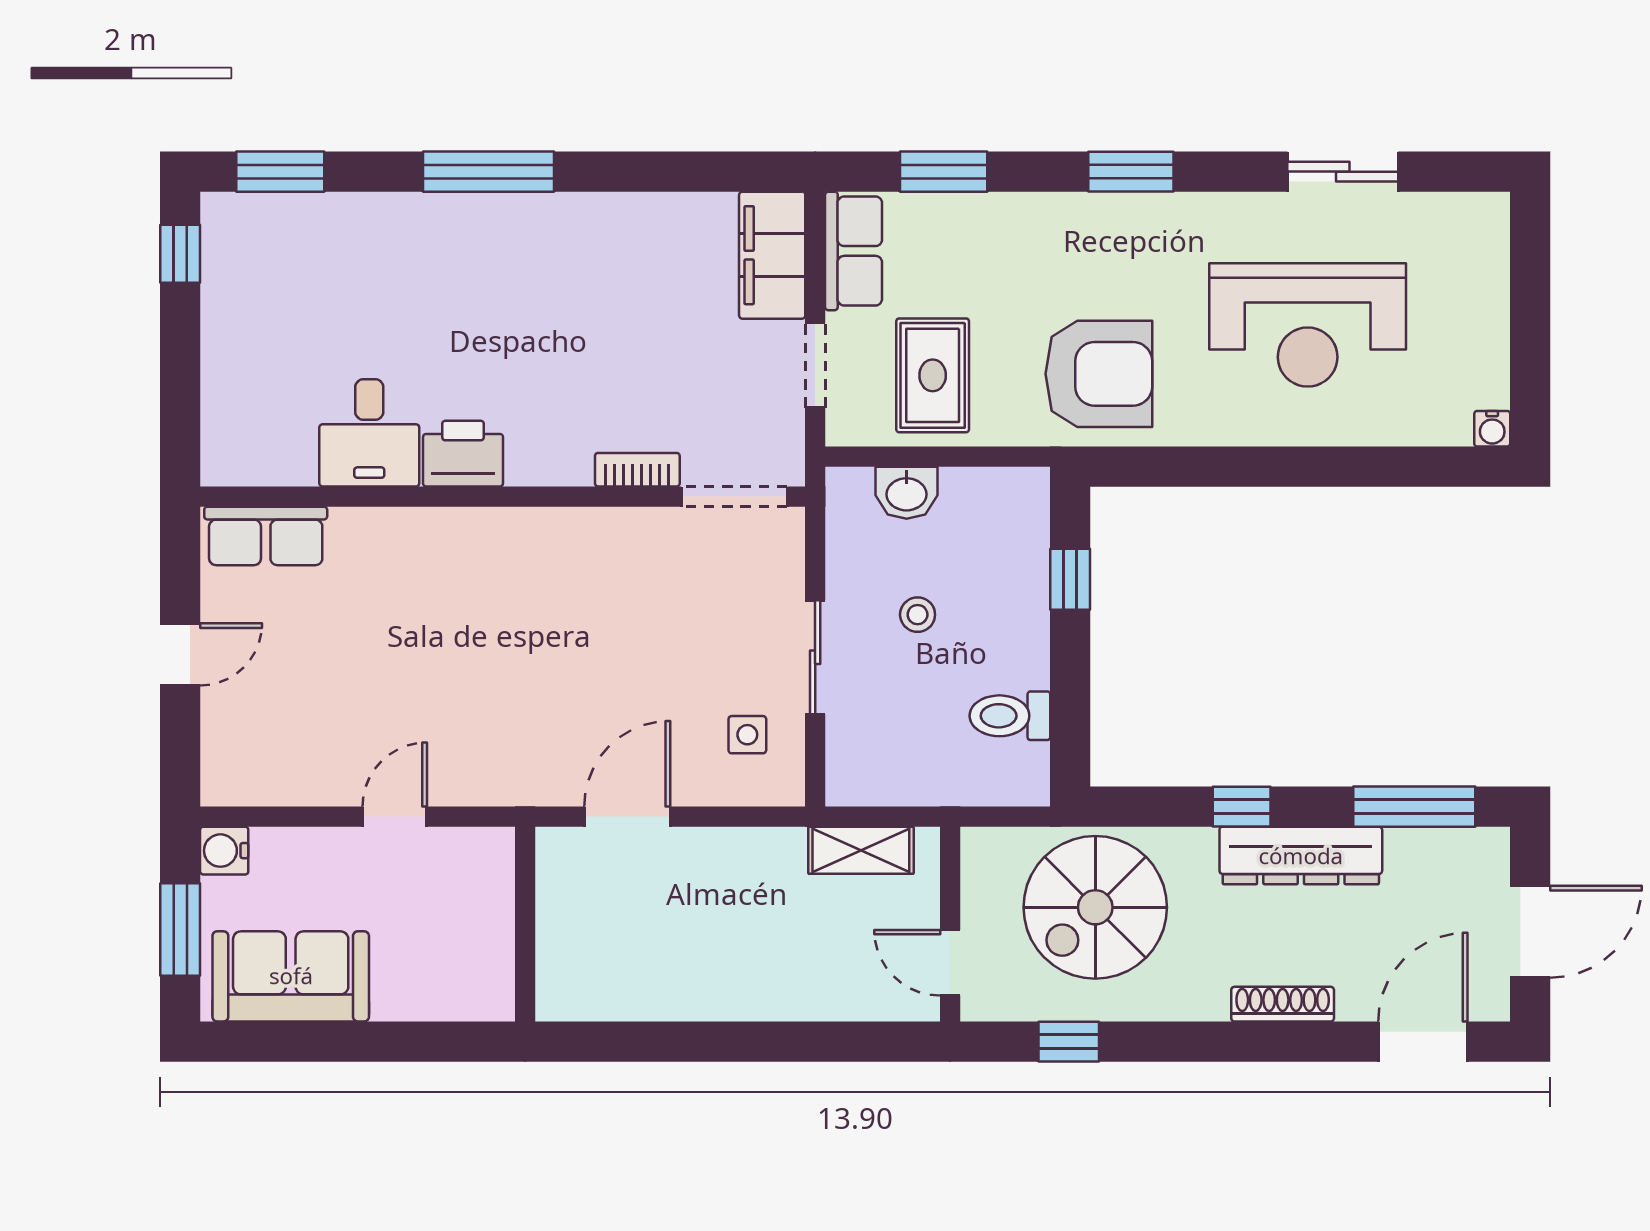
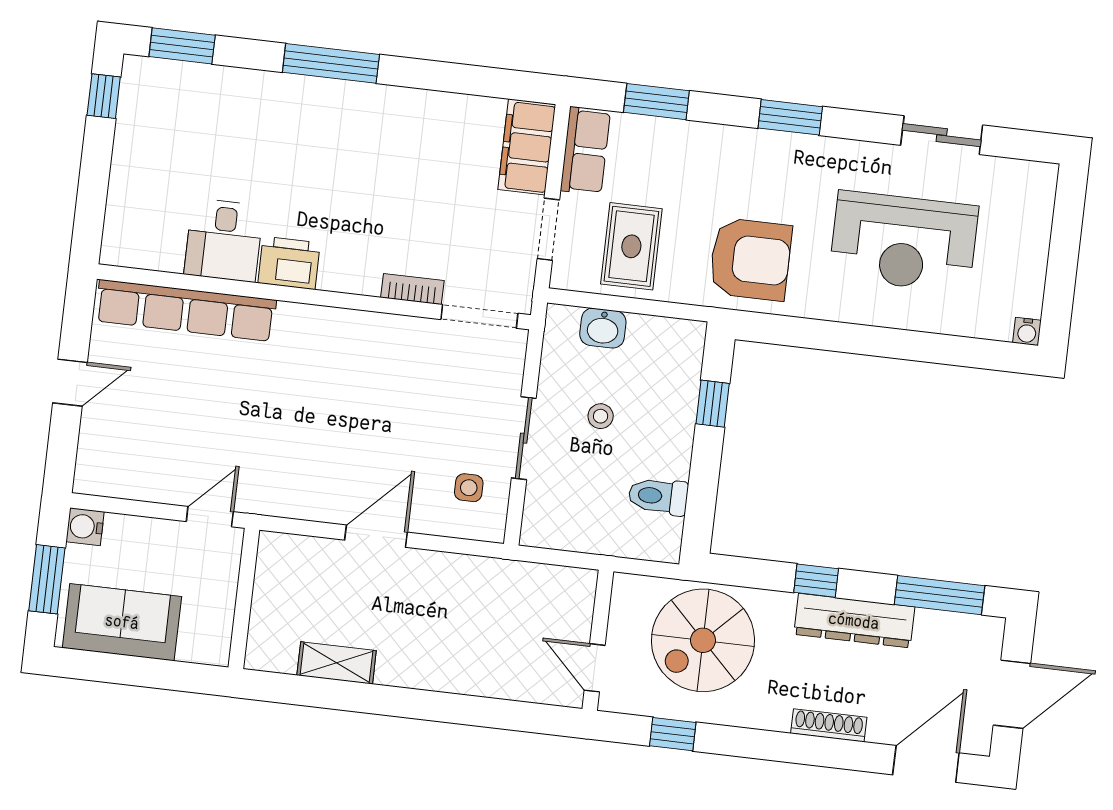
row of seats: (266, 536) -> (186, 310), width x2.02
shelving: (861, 850) -> (337, 663), moved
wall: (525, 924) -> (244, 599), moved

